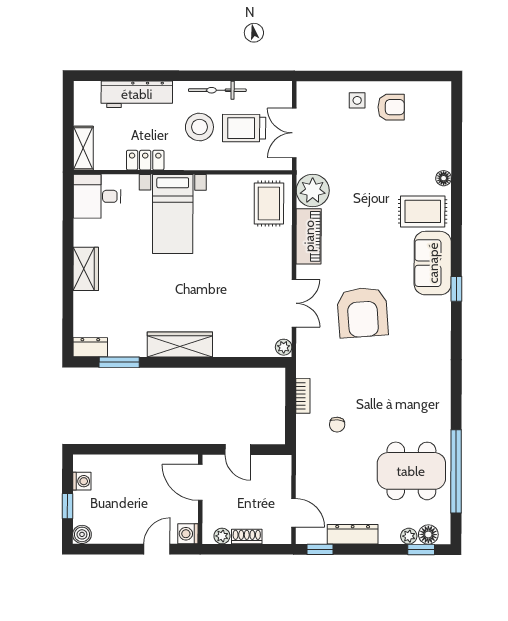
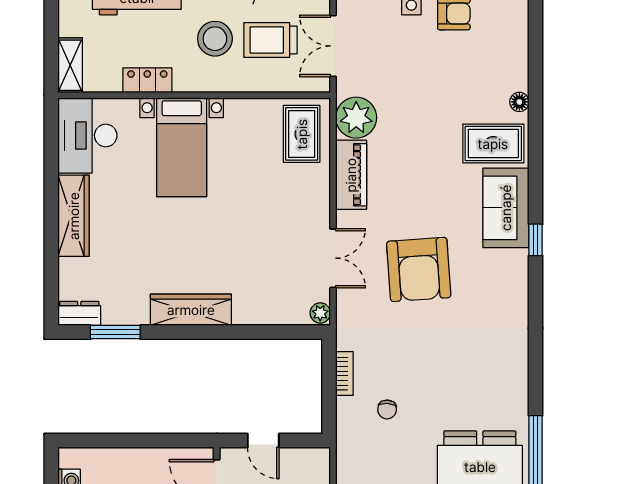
desk: (97, 196) -> (87, 135), width x1.37
wardrobe: (86, 269) -> (74, 216), width x1.50

